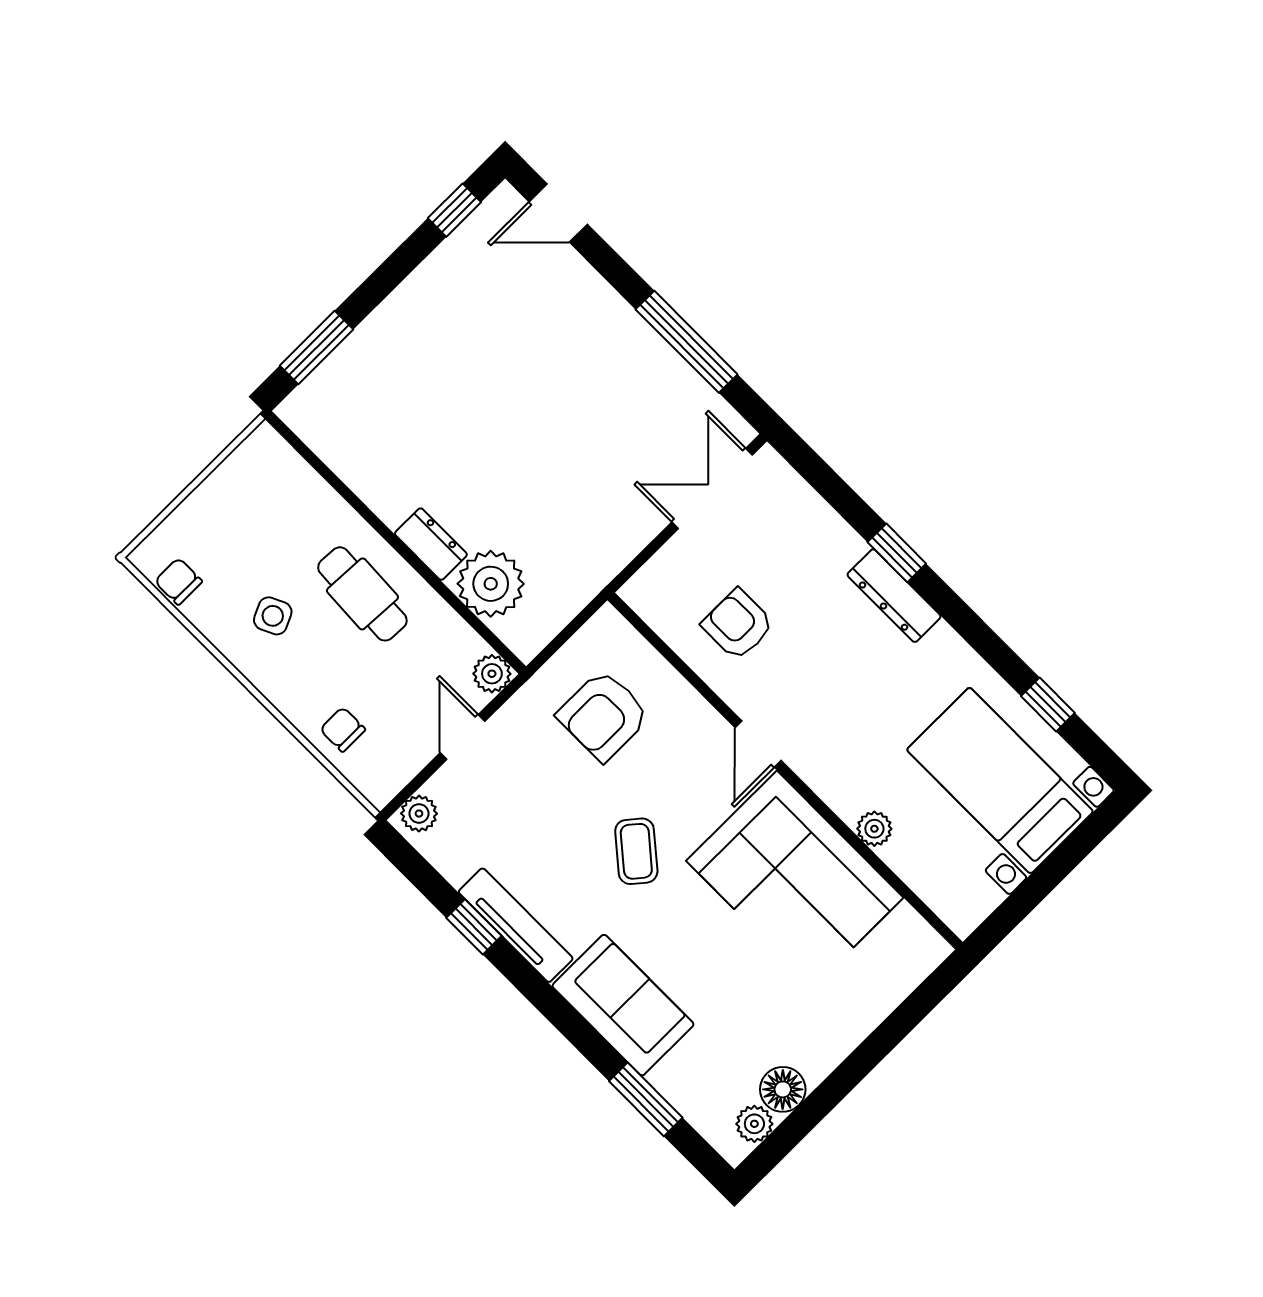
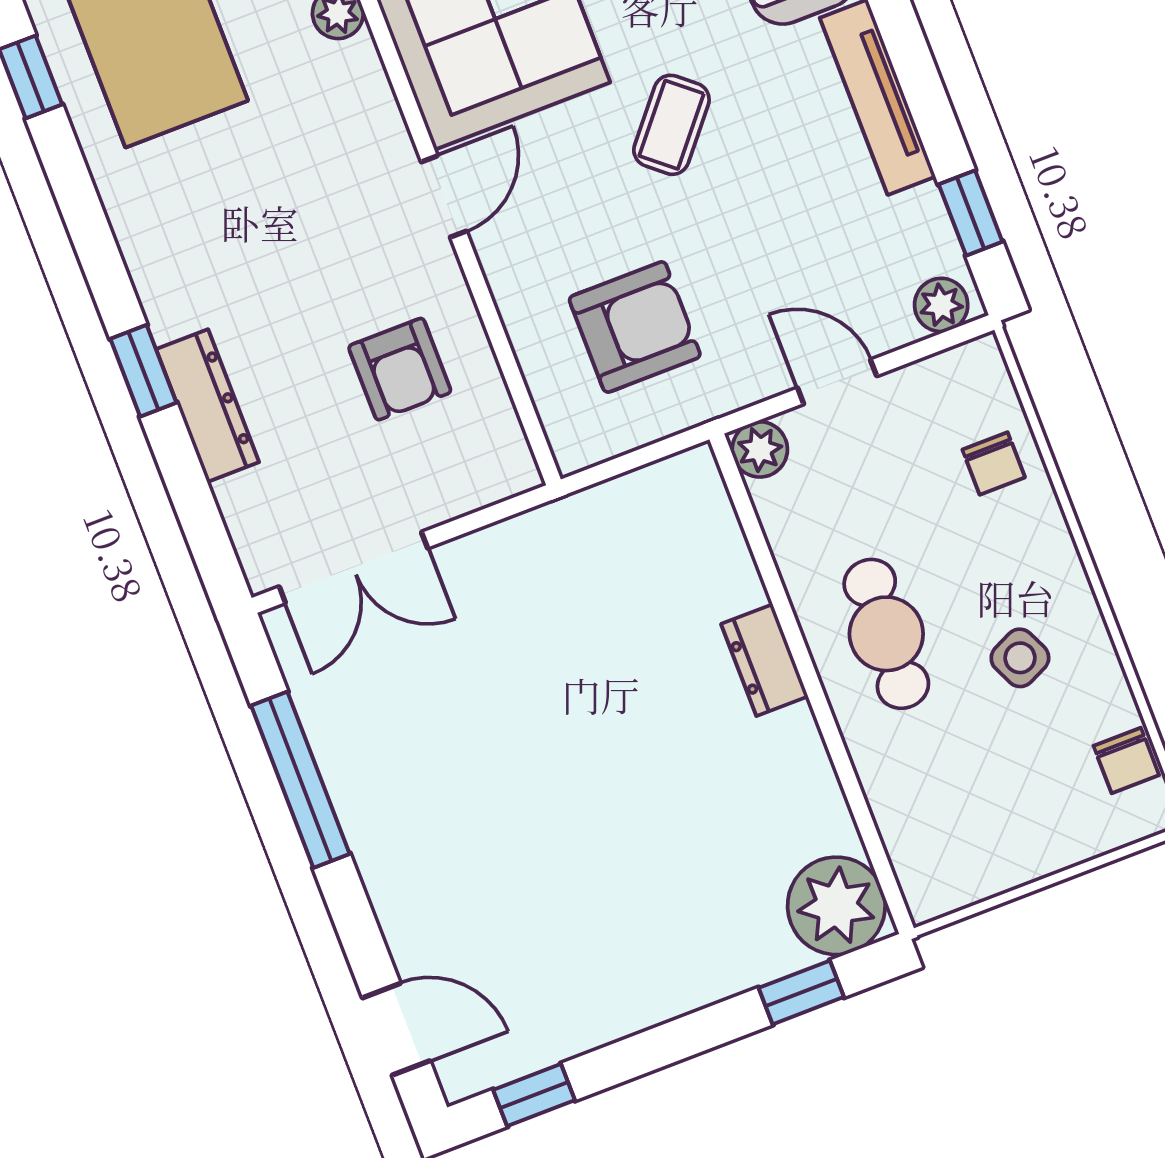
window: (317, 348) -> (801, 992), width x0.67
plant: (491, 584) -> (836, 906), moved
dresser: (894, 596) -> (208, 406), moved
door: (463, 737) -> (837, 382), swing flipped
window: (474, 927) -> (971, 213), moved

